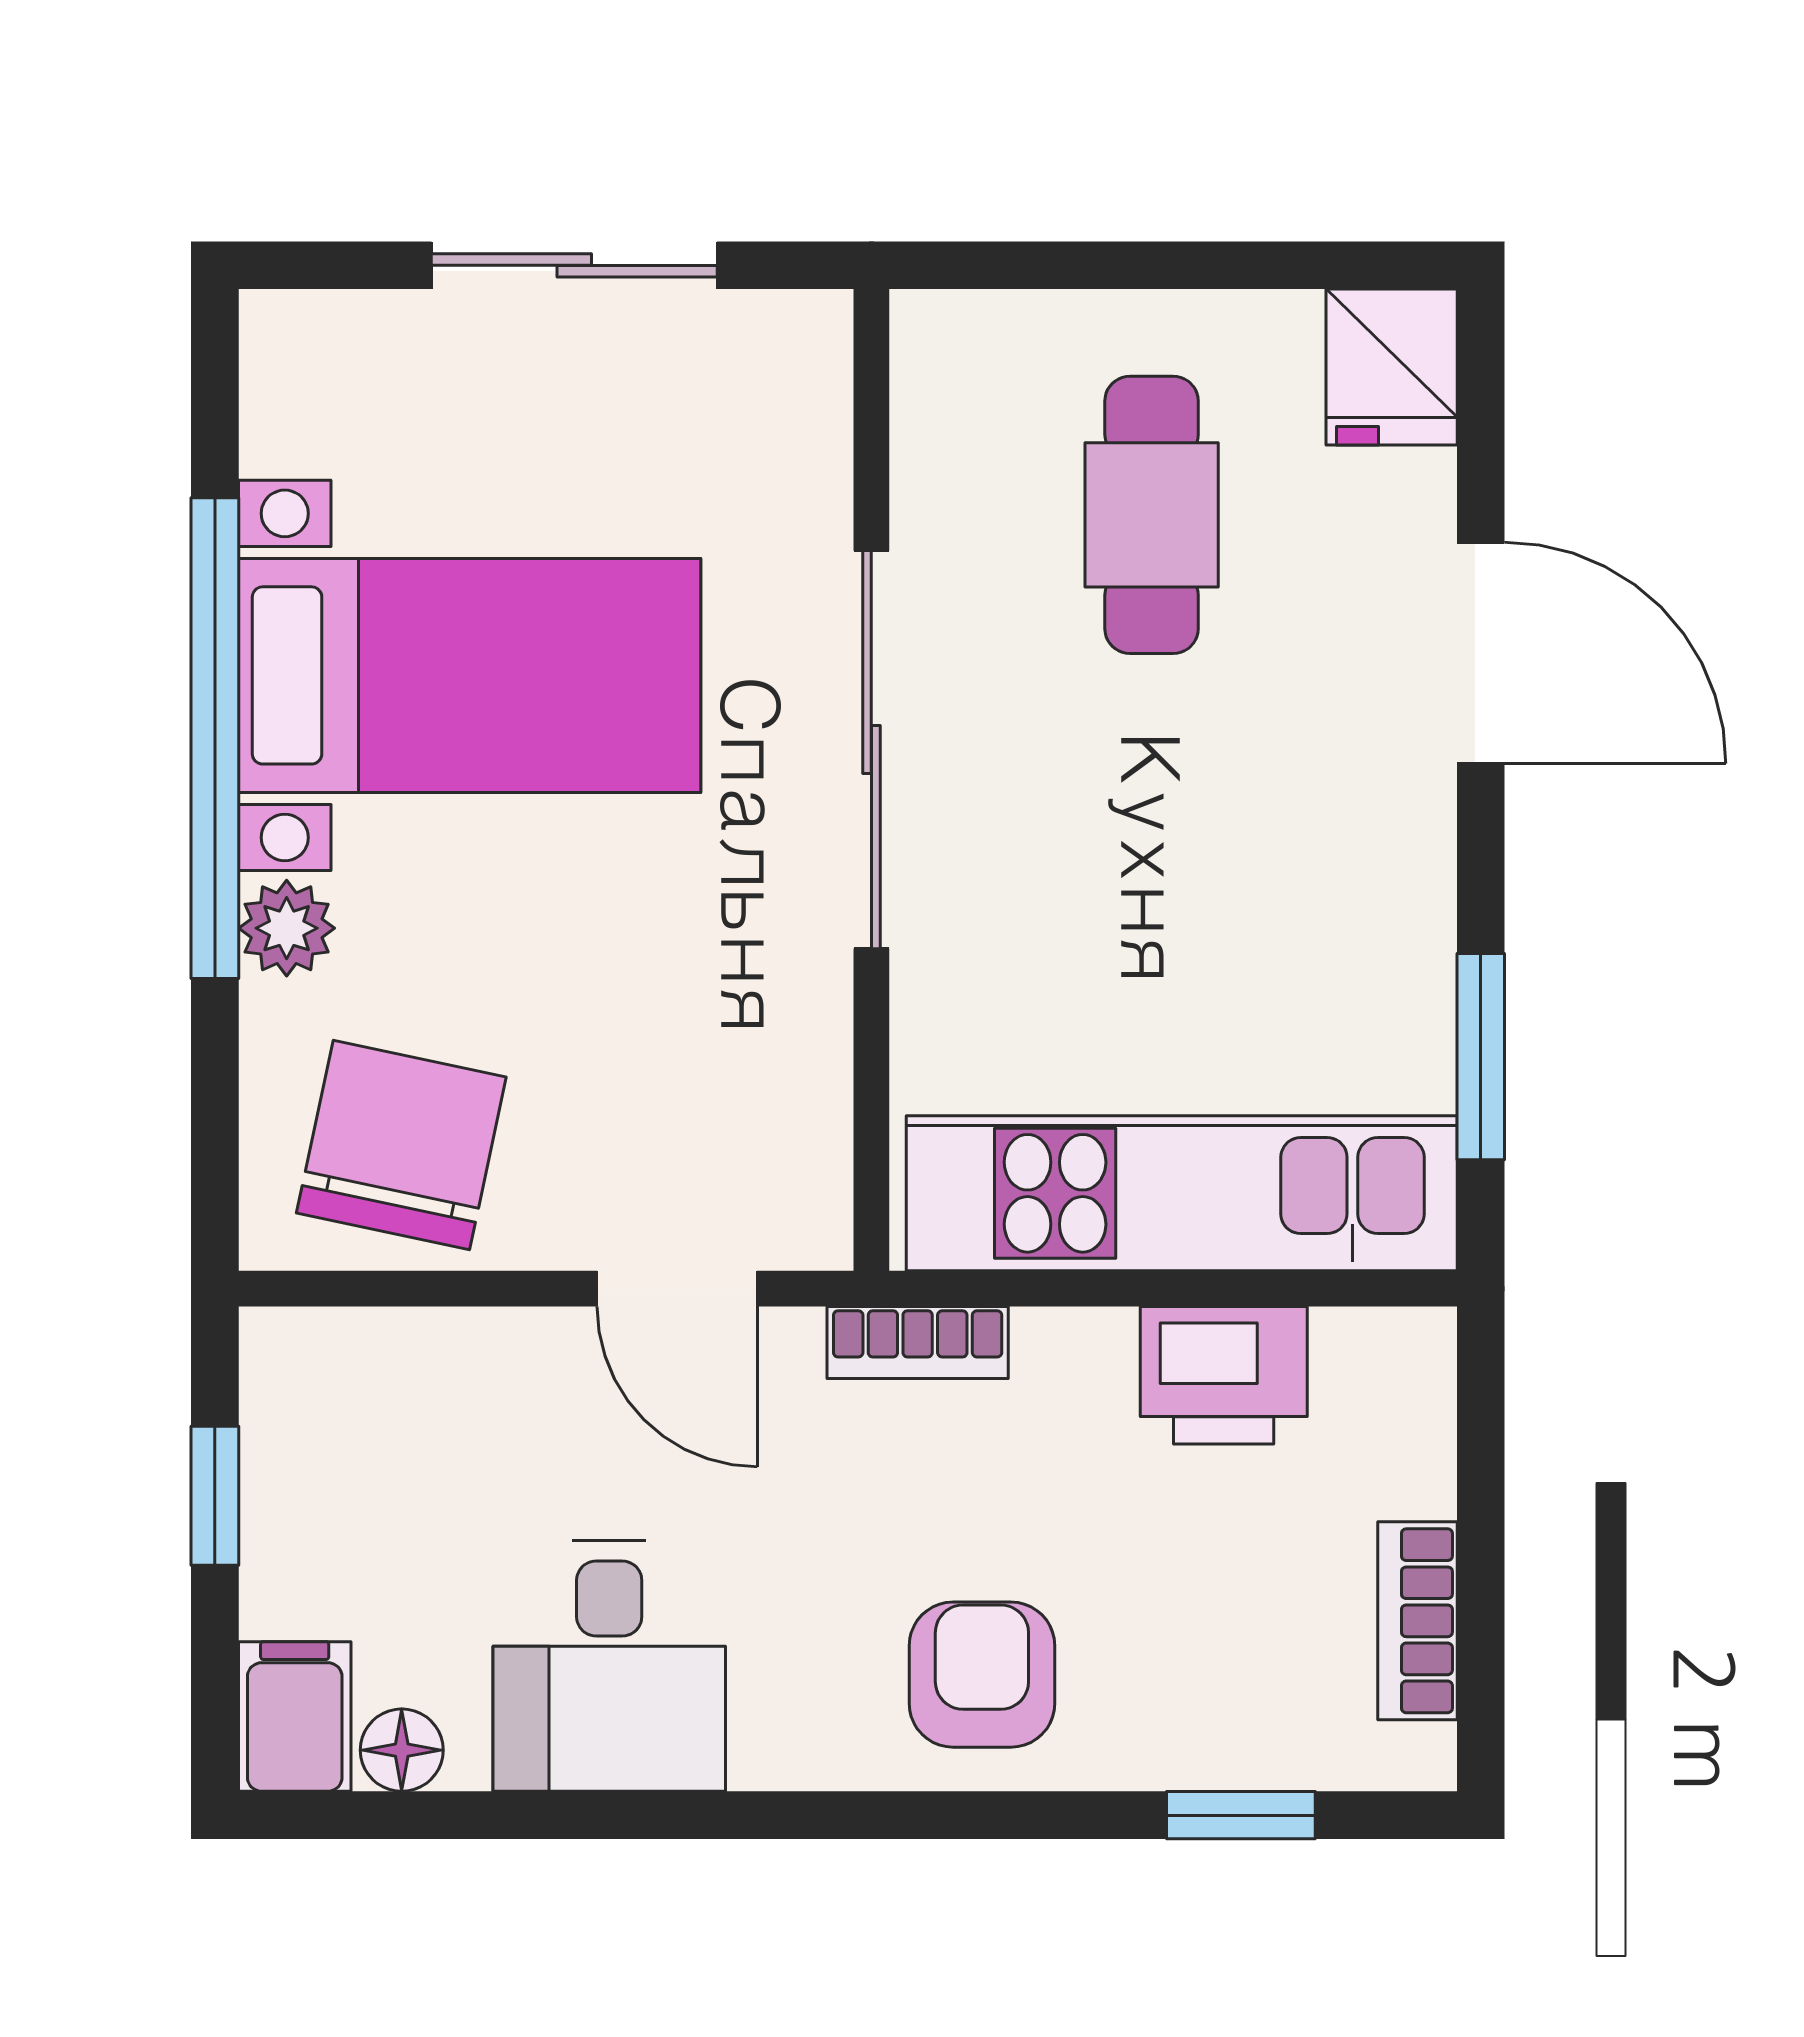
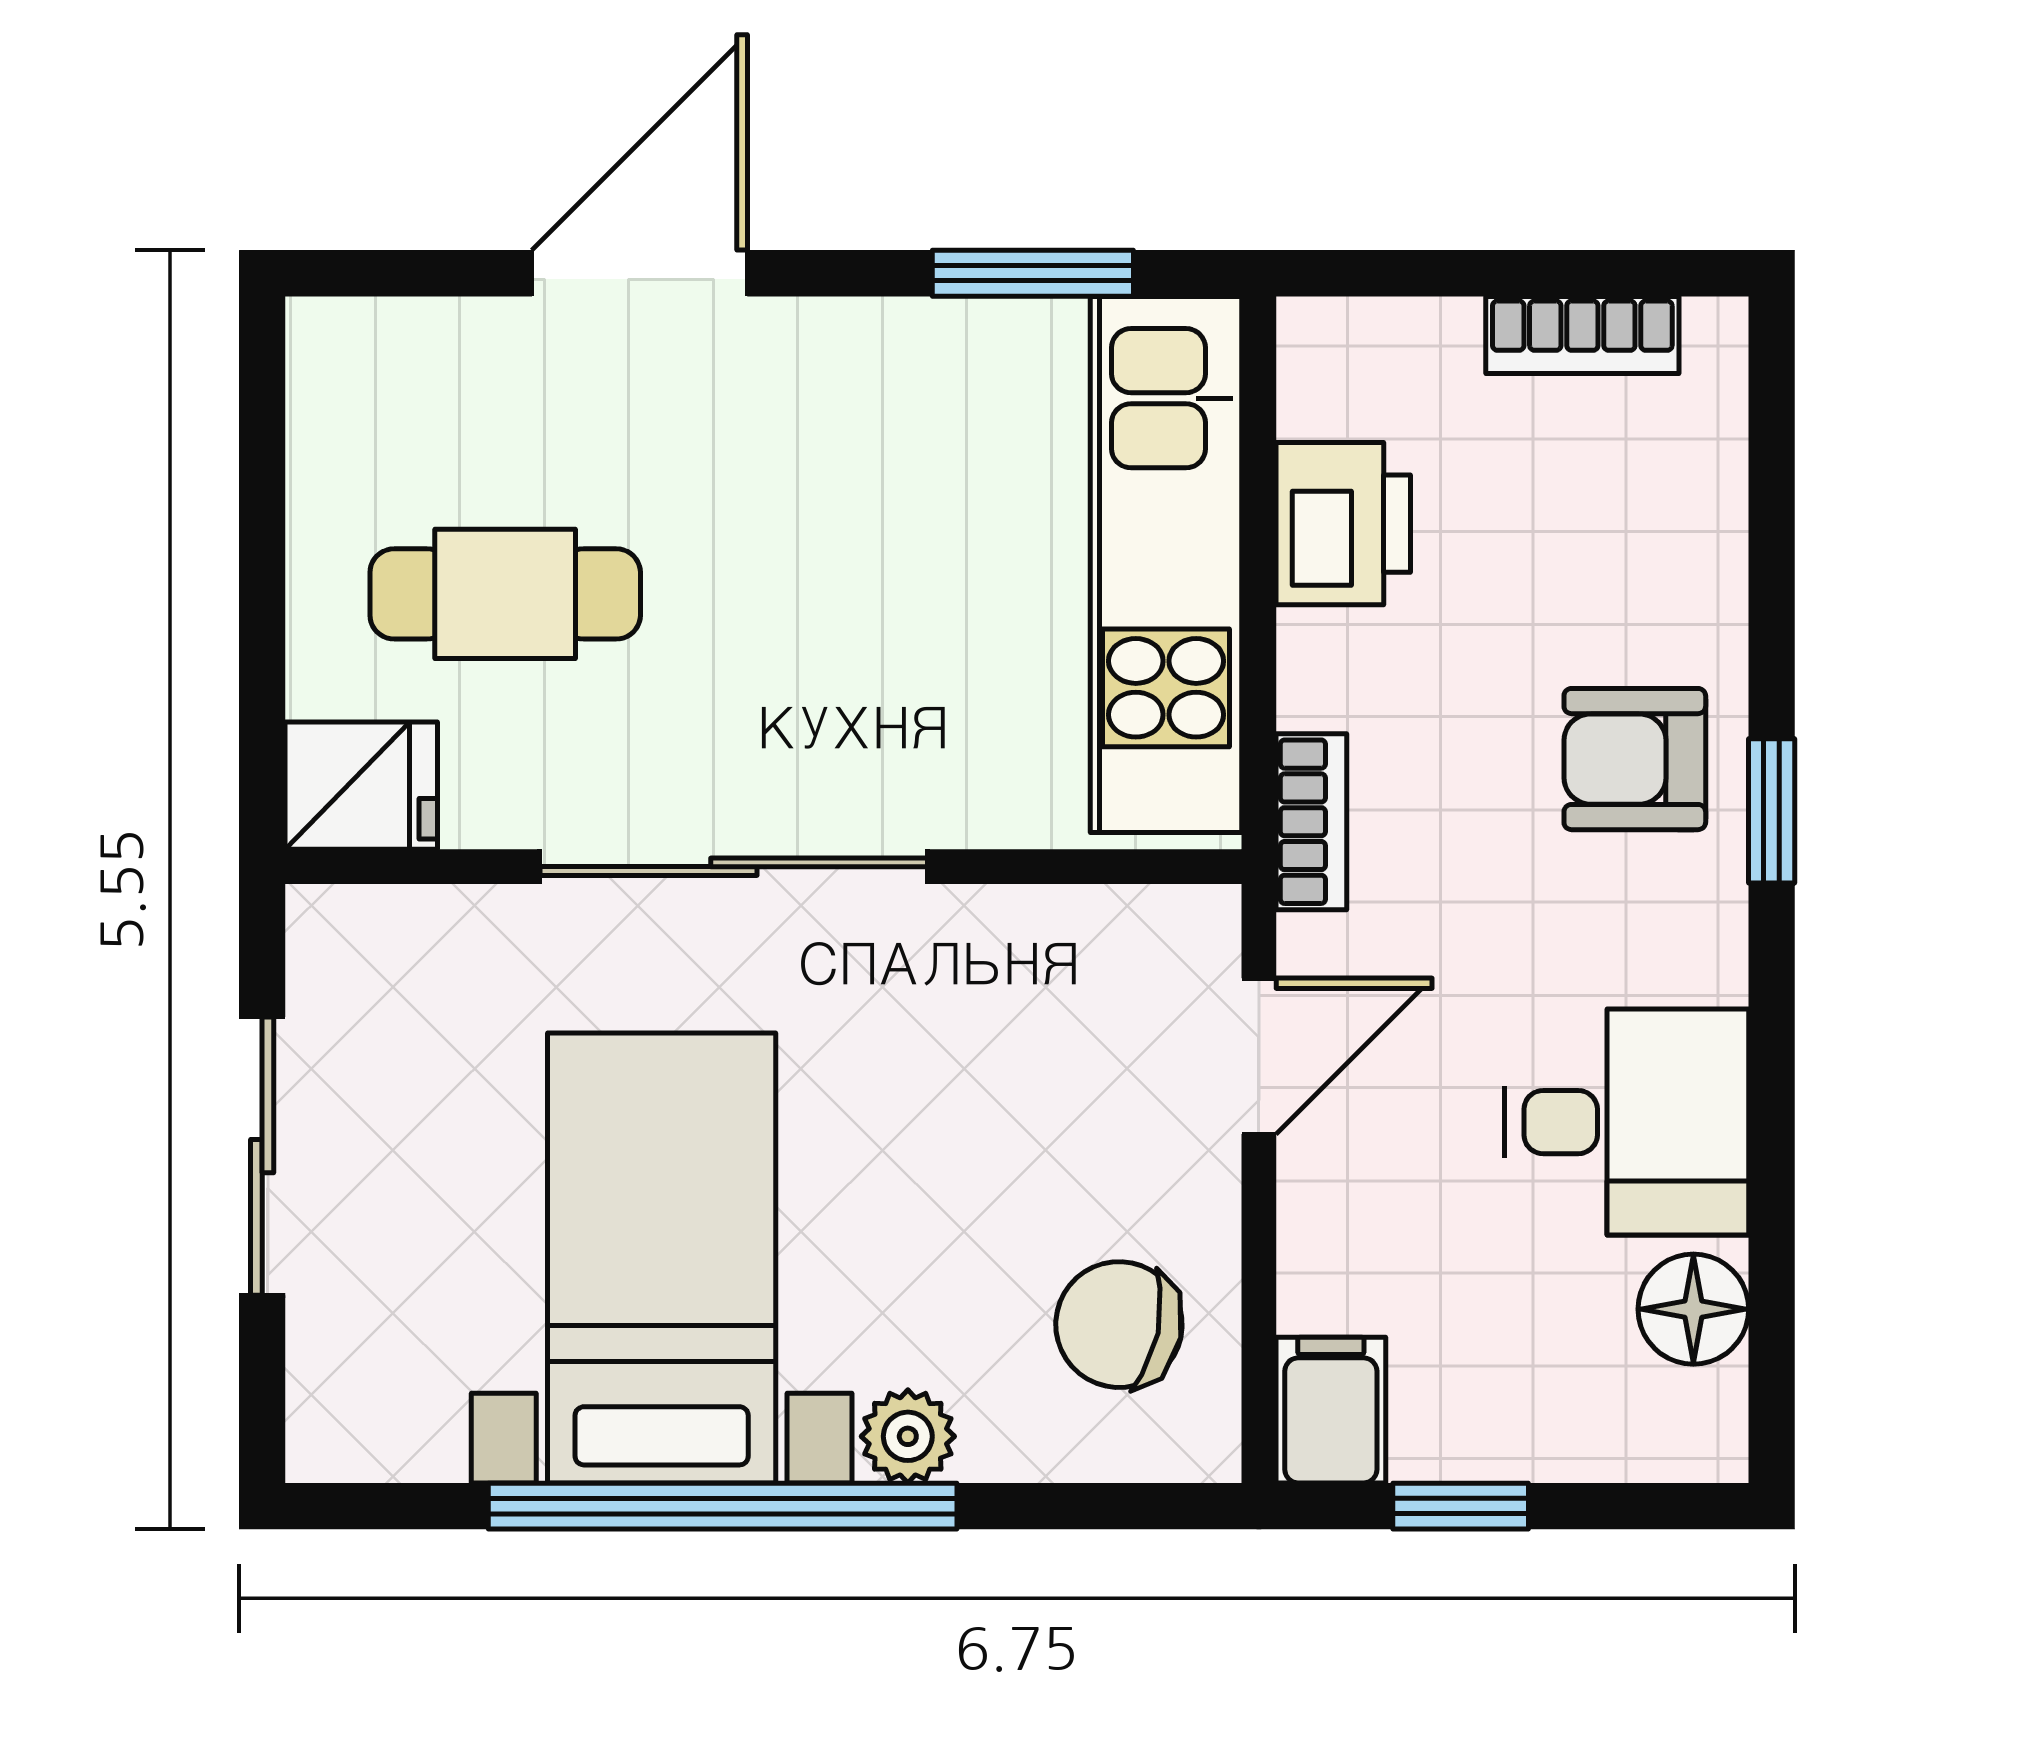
fridge: (1392, 367) -> (361, 786), moved
chair: (401, 1145) -> (1119, 1325), width x0.73, depth x0.73
filing cabinet: (295, 1717) -> (1331, 1410), moved, turned 90
floor lamp: (402, 1750) -> (1693, 1309), width x1.37, depth x1.37
window: (1241, 1815) -> (1772, 811), moved

